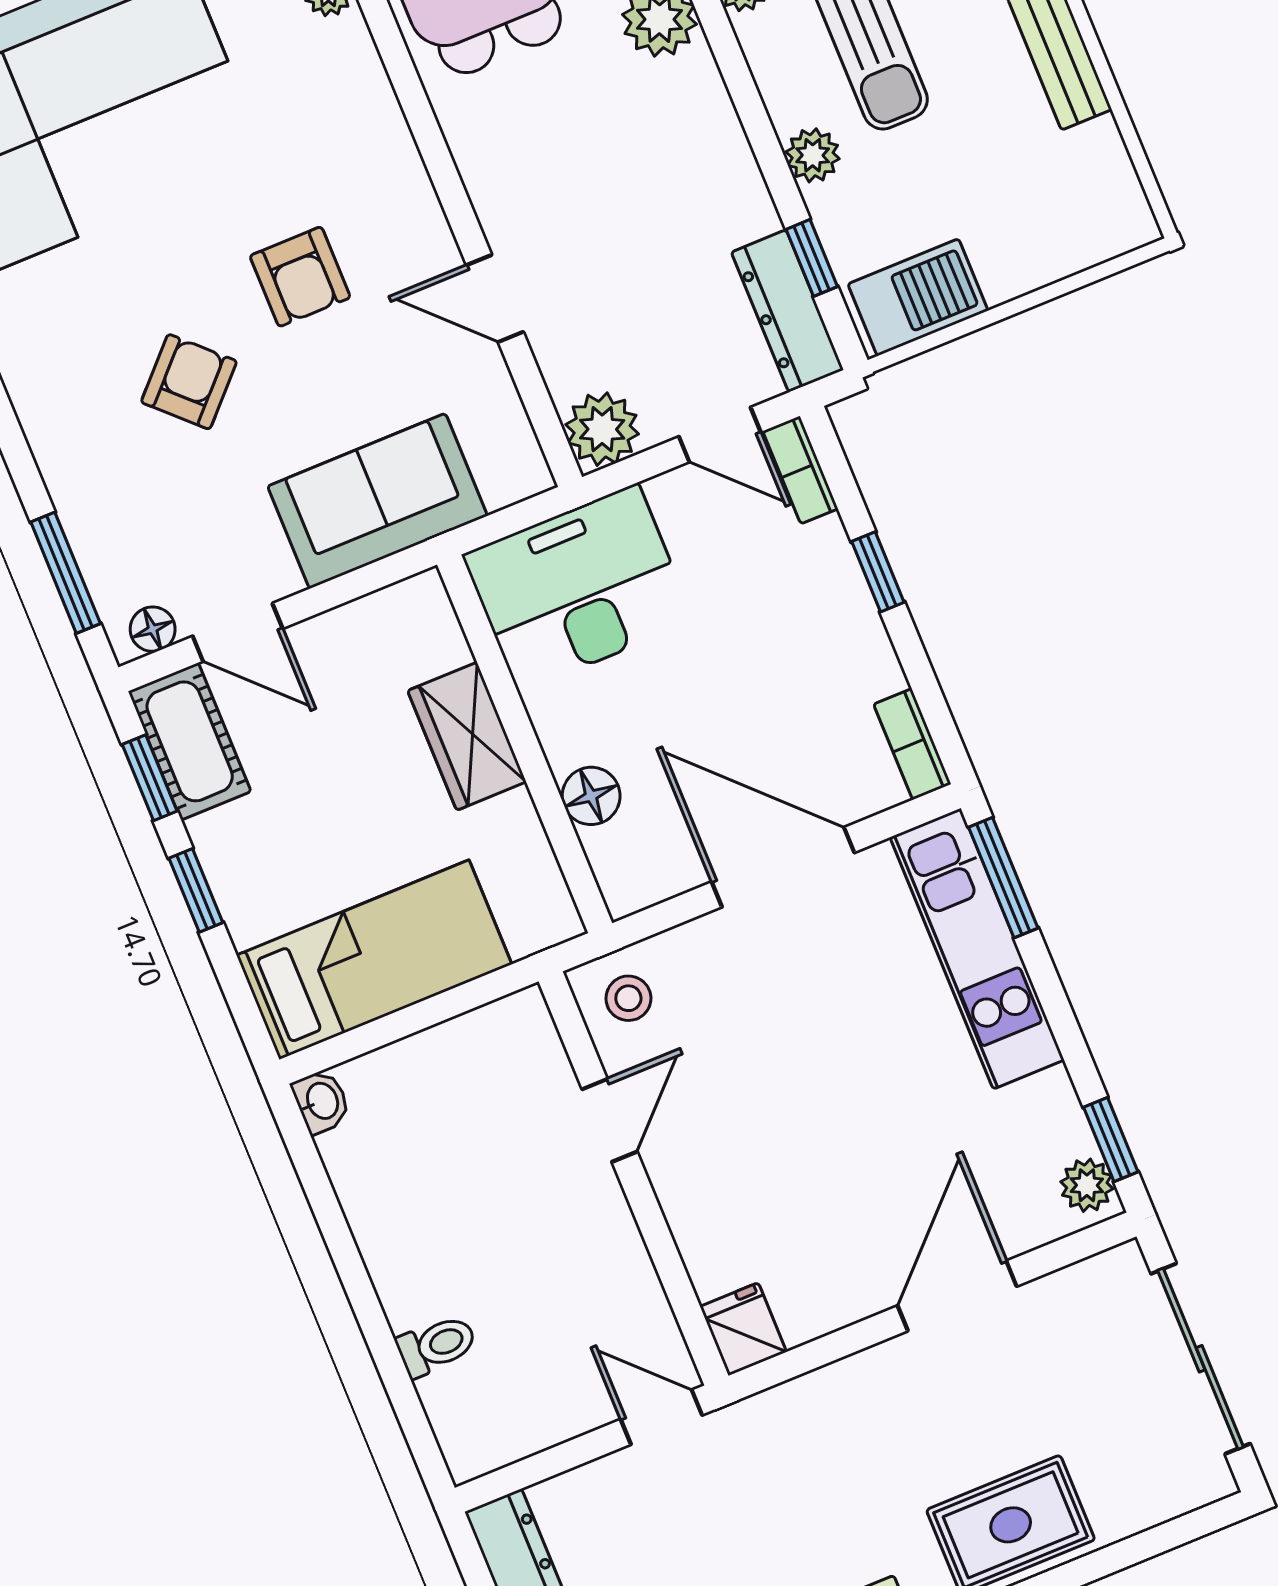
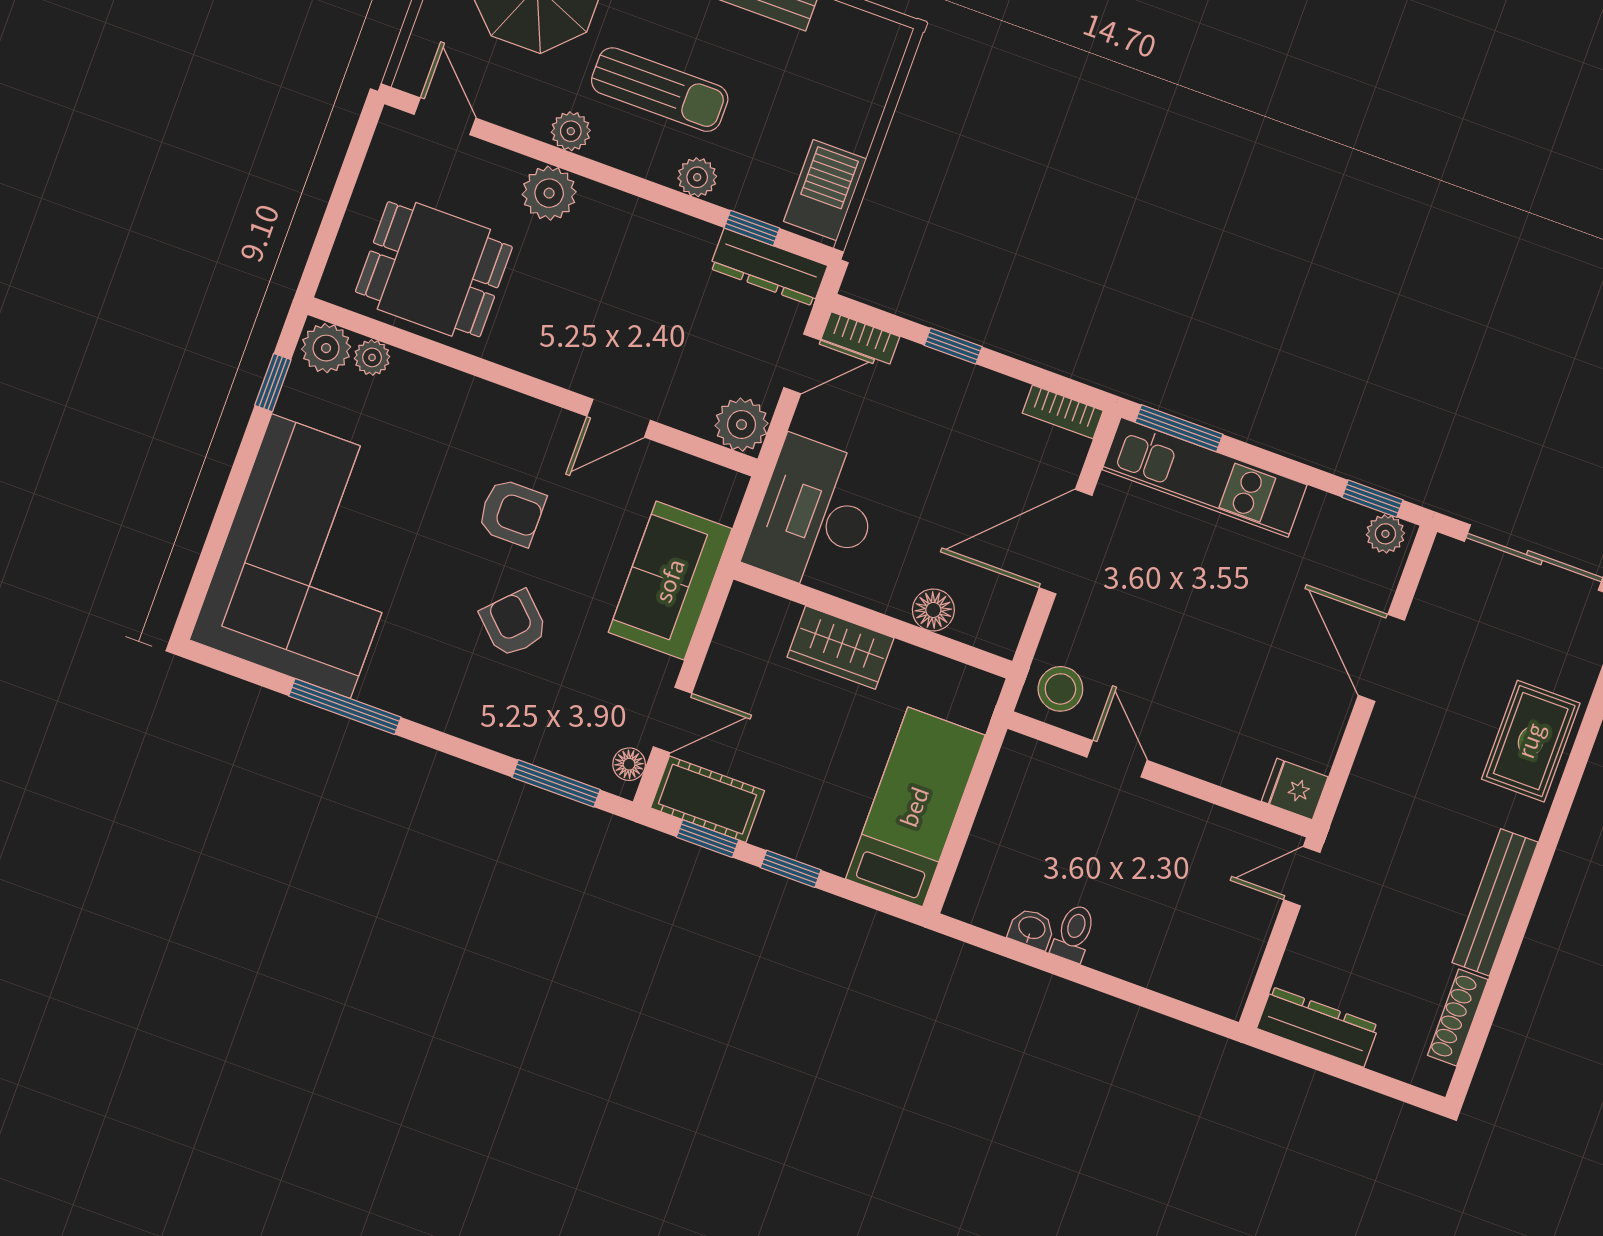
stool: (628, 998) -> (1060, 689), width x1.37, depth x1.37
washbasin: (321, 1101) -> (1032, 929), moved
toilet: (437, 1346) -> (1074, 933), moved

